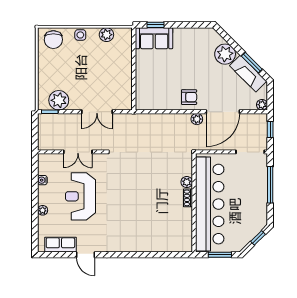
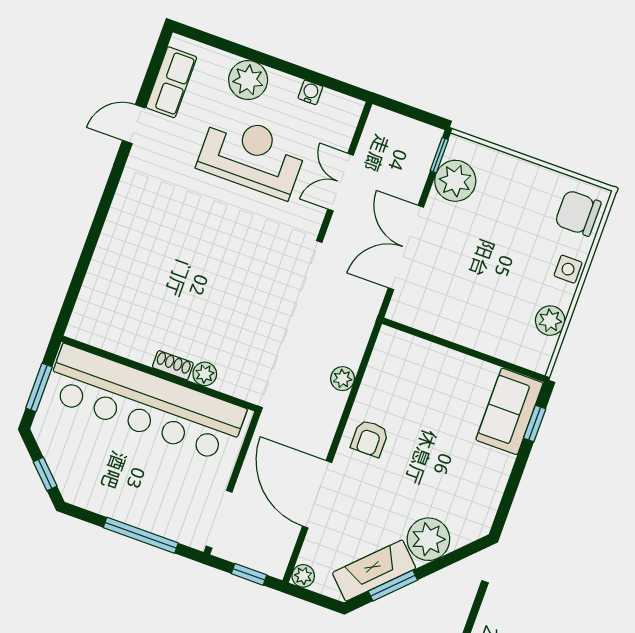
double door: (97, 112) -> (406, 248), width x1.37
plant: (197, 119) -> (342, 379), moved
plant: (43, 210) -> (248, 80), width x1.88, depth x1.88

